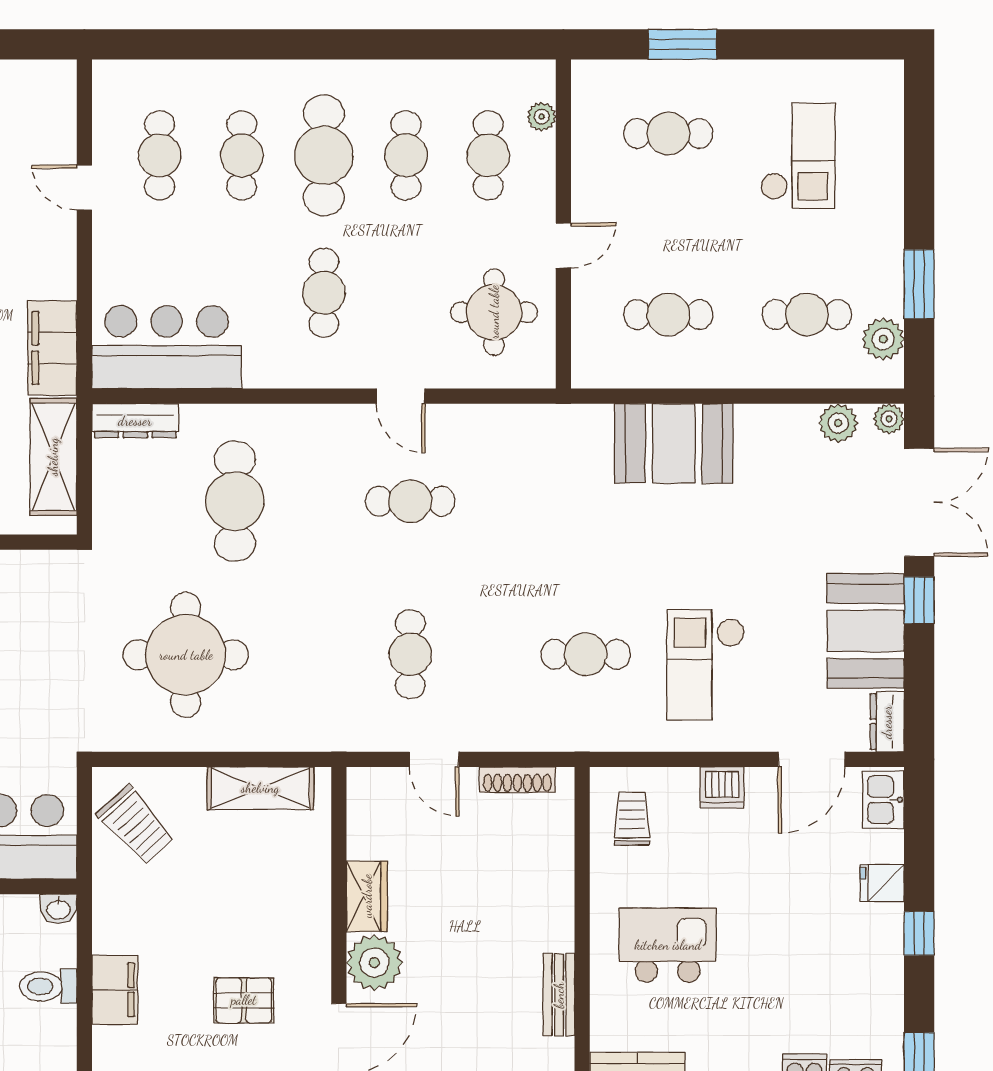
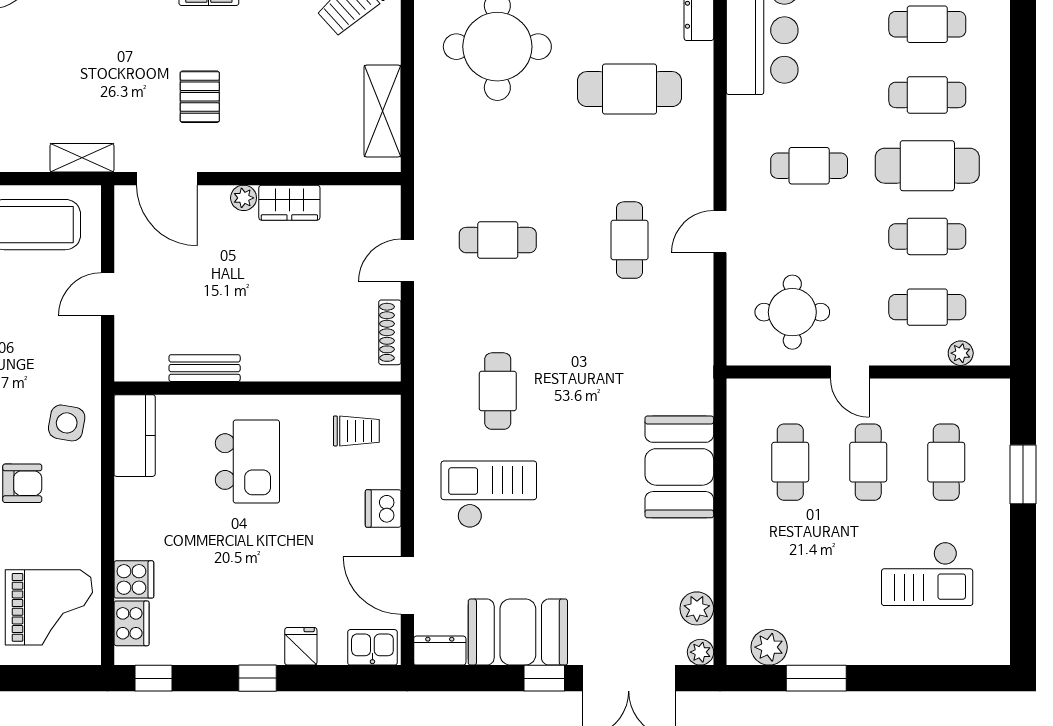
cafe table: (807, 315) -> (868, 462), moved
plant: (374, 963) -> (244, 198), width x0.53, depth x0.53

